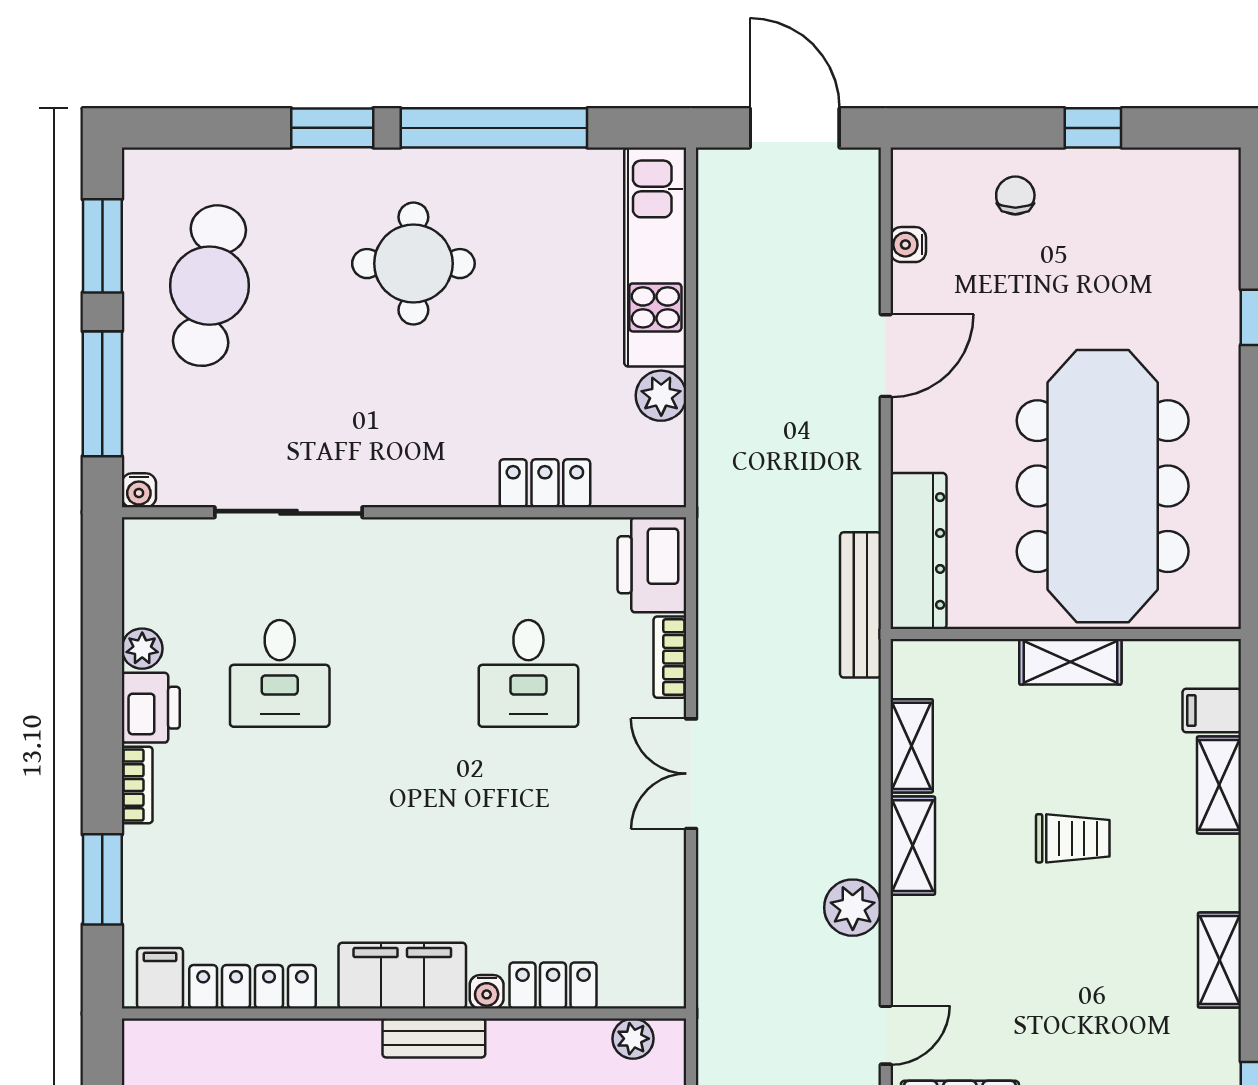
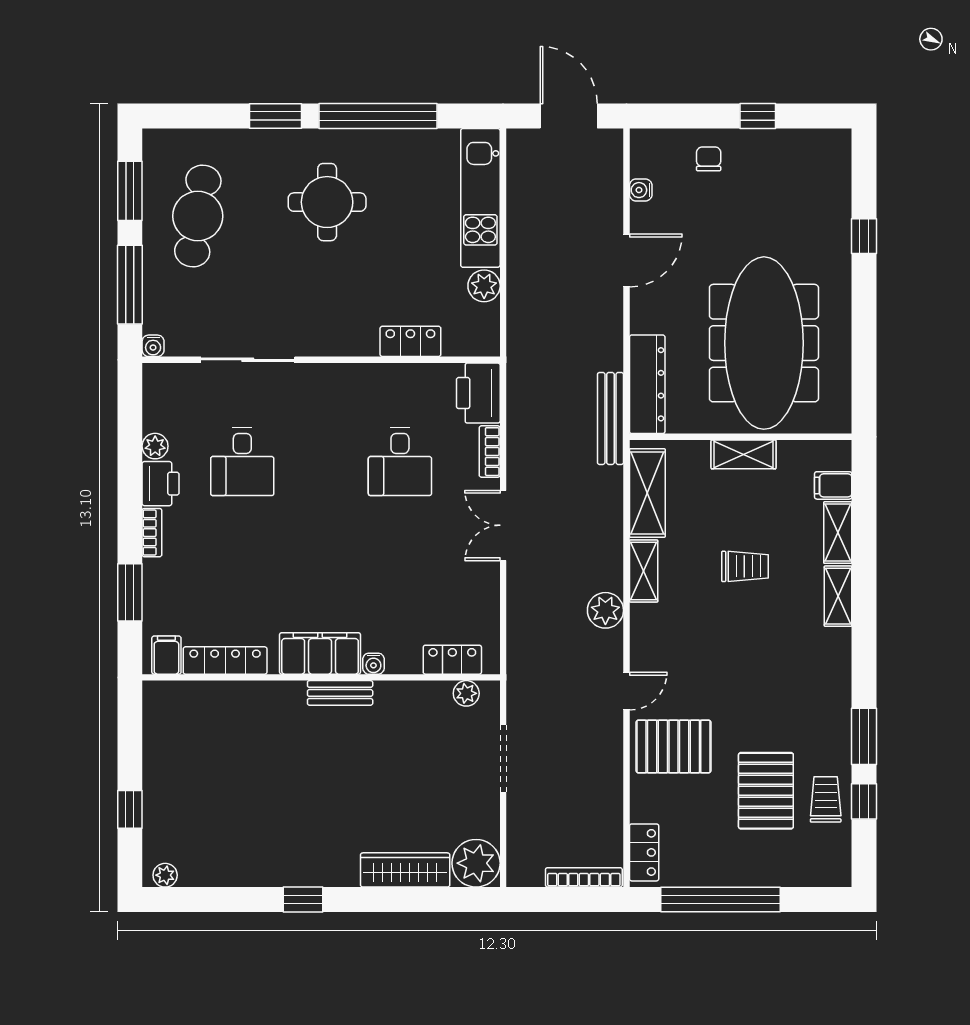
shelving: (912, 746) -> (647, 493), width x1.50, depth x1.33
shelving: (1220, 960) -> (838, 596), moved
locker: (553, 985) -> (452, 660), moved

